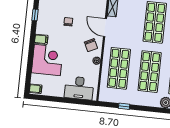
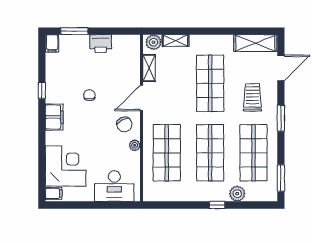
door: (105, 28) -> (142, 98), hinge flipped
filing cabinet: (41, 39) -> (54, 117), width x2.00
corner desk: (47, 60) -> (66, 166), moved
window: (124, 106) -> (217, 205), moved

